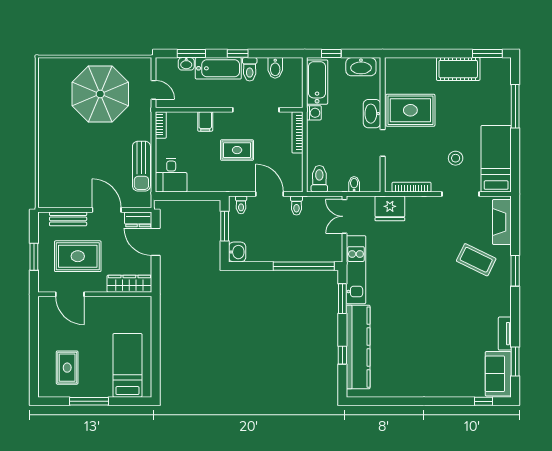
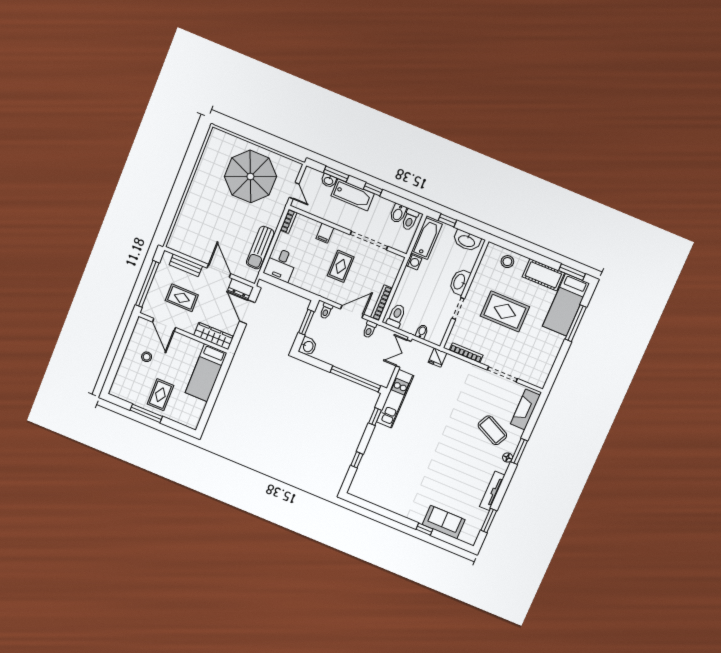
toilet: (250, 69) -> (410, 220), moved
rug: (410, 110) -> (505, 311), moved
bookcase: (297, 132) -> (381, 303), moved
rug: (237, 150) -> (341, 266), turned 90
stool: (456, 158) -> (507, 262), moved
bed: (496, 159) -> (566, 305), moved, turned 180
door: (270, 194) -> (352, 312), hinge flipped
fridge: (390, 208) -> (437, 358), width x0.53, depth x0.75
rug: (78, 256) -> (182, 298), width x0.73, depth x0.70
window: (34, 257) -> (147, 284), width x2.11
floor lamp: (505, 283) -> (508, 458), added
window: (342, 299) -> (375, 417), width x0.67
tv unit: (505, 334) -> (492, 491), width x1.41
stool: (65, 338) -> (147, 357), added
kitchen counter: (358, 347) -> (372, 459), removed
bed: (127, 365) -> (206, 373), moved, turned 180
rug: (67, 368) -> (160, 395), moved
sofa: (498, 374) -> (444, 522), moved, turned 90
window: (484, 401) -> (425, 529), moved

